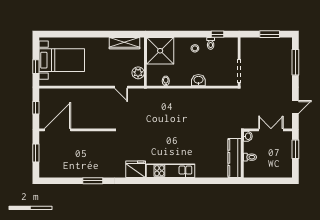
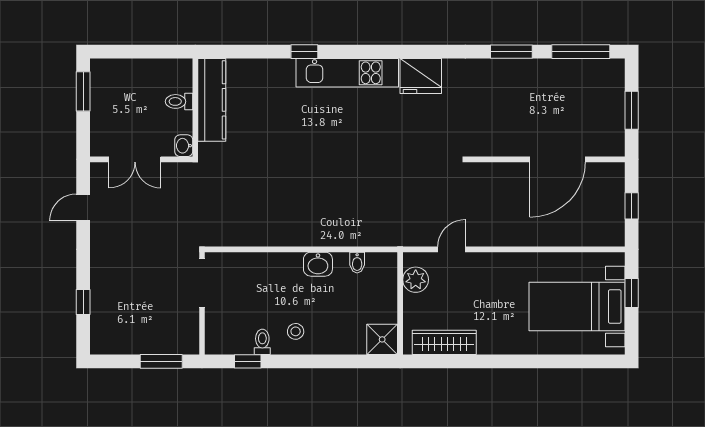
window: (270, 34) -> (161, 361), moved
shower: (160, 51) -> (382, 339), width x0.54, depth x0.54
window: (295, 62) -> (83, 302), width x0.46
washbasin: (198, 80) -> (318, 264), moved
door: (121, 87) -> (451, 249), hinge flipped
door: (58, 130) -> (558, 159), moved
window: (295, 149) -> (83, 91), moved
window: (60, 181) -> (581, 52), added
window: (191, 181) -> (304, 52), added

